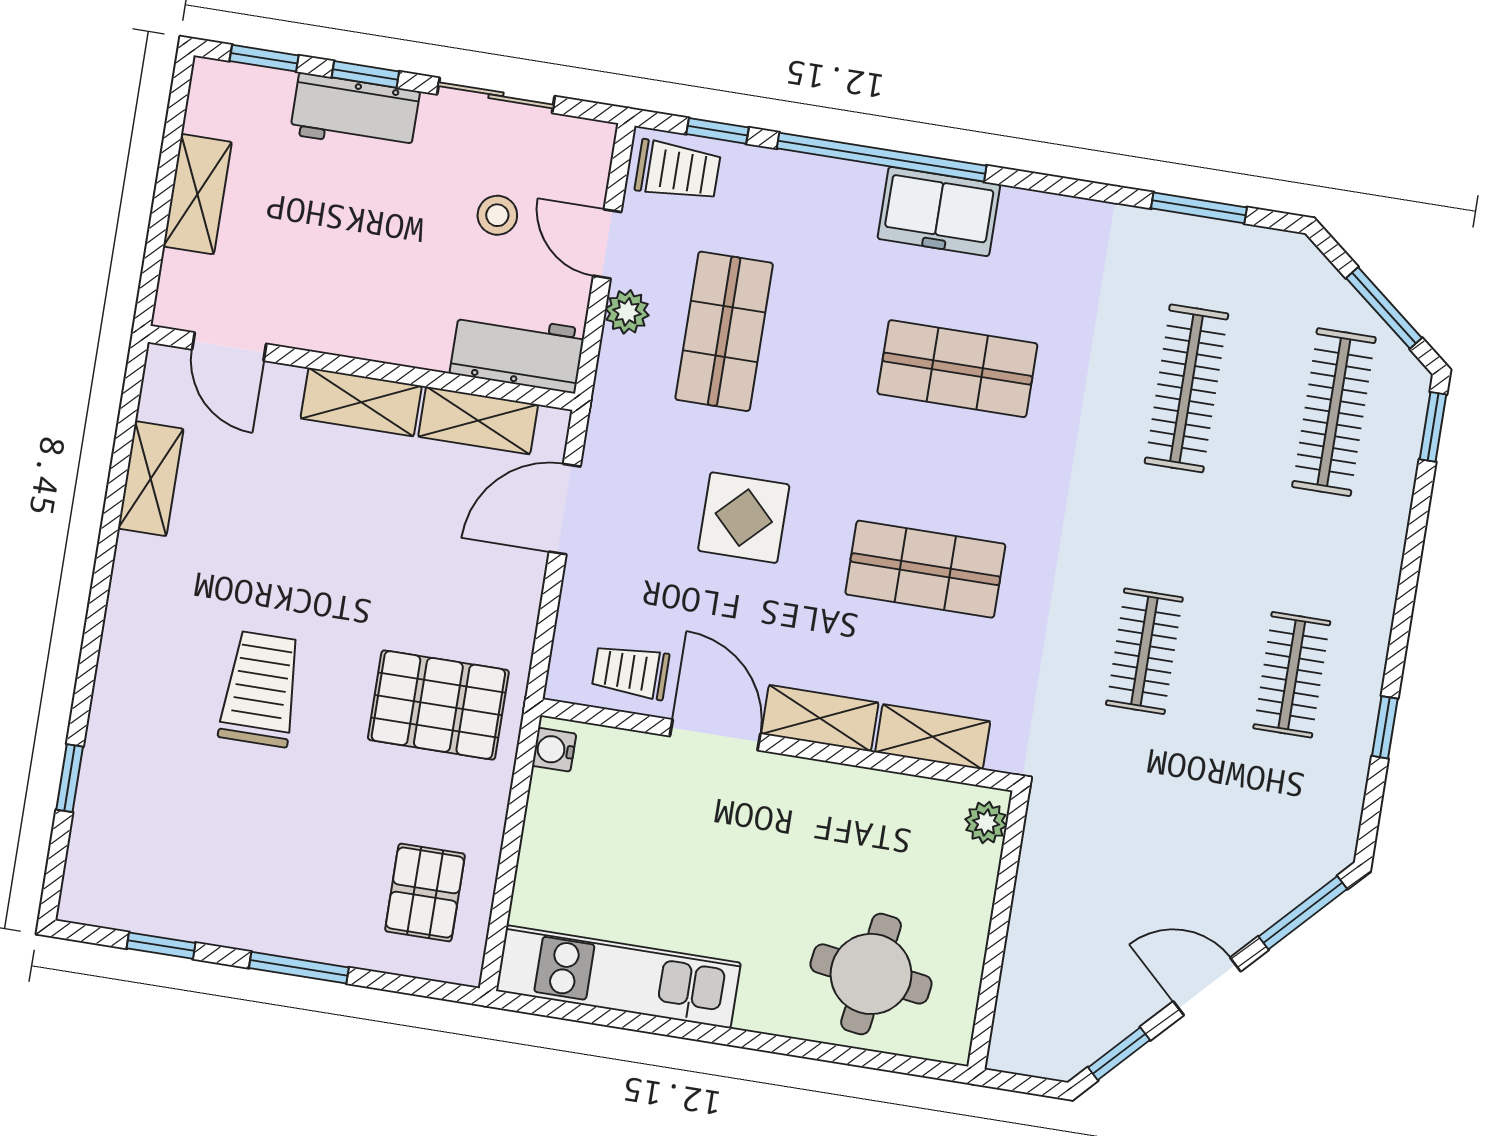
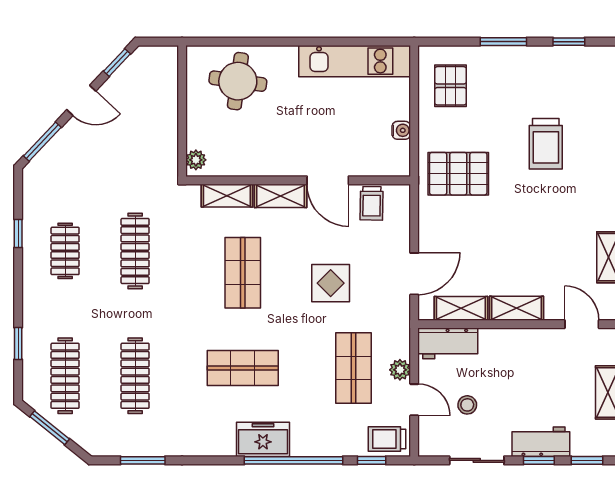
window: (1433, 427) -> (18, 343), moved
shop shelf: (925, 569) -> (243, 273), turned 90
clothes rail: (1144, 651) -> (135, 251), width x1.36
trolley: (631, 672) -> (372, 203), turned 91
trolley: (261, 689) -> (546, 144), moved
water cooler: (554, 750) -> (401, 130), moved

